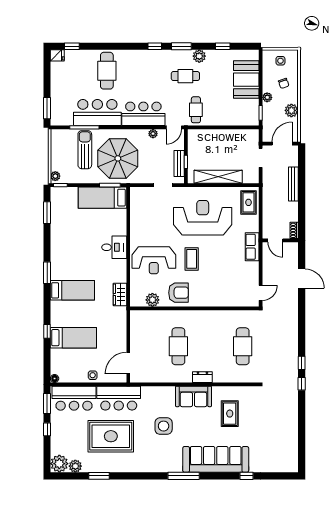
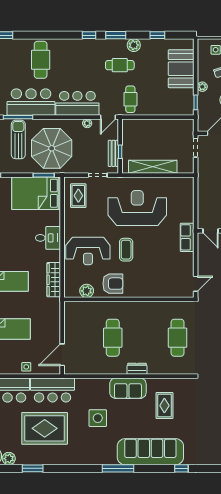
bed: (102, 198) -> (36, 193), width x1.50
rug: (249, 202) -> (78, 196), moved
wardrobe: (120, 294) -> (54, 280), width x1.50

